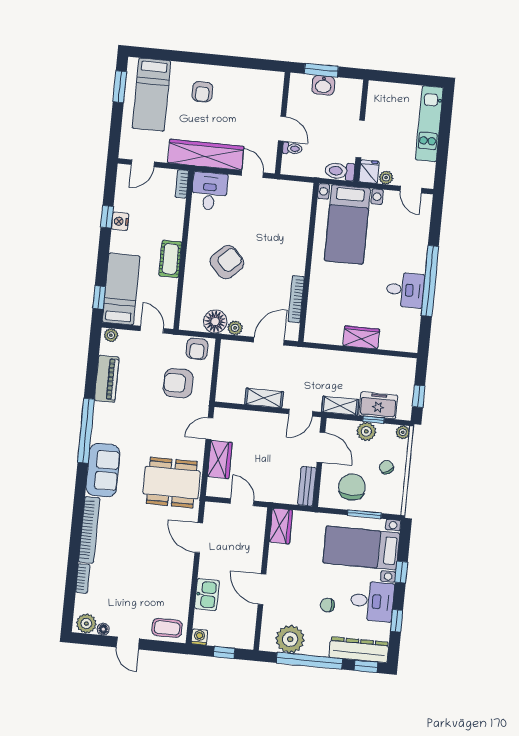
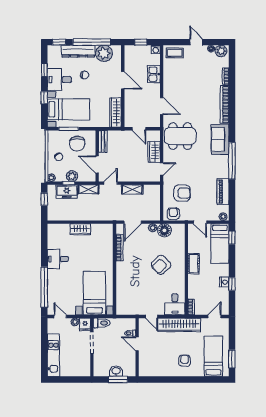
window: (430, 281) -> (44, 287), moved
wardrobe: (281, 526) -> (115, 112), width x1.50
dresser: (359, 650) -> (78, 51), moved

